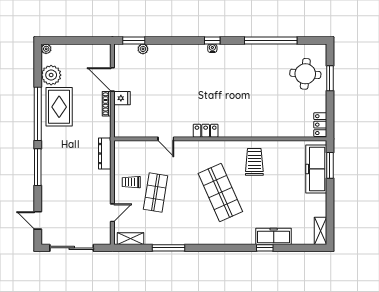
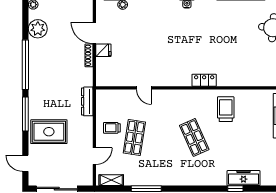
rug: (59, 107) -> (49, 132), moved, turned 90
locker: (206, 131) -> (204, 80), moved
shop shelf: (220, 193) -> (194, 137), width x0.70, depth x0.74

